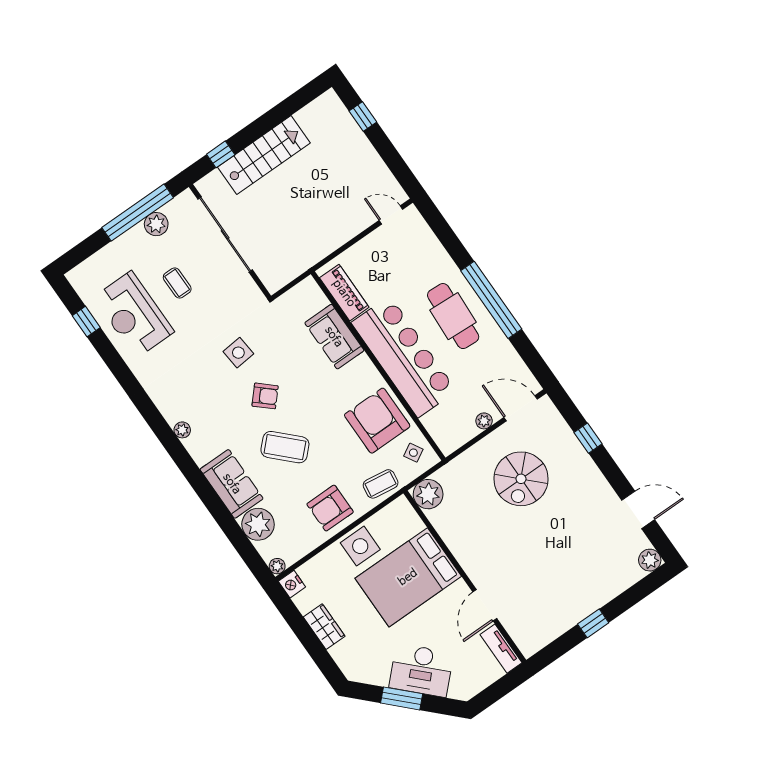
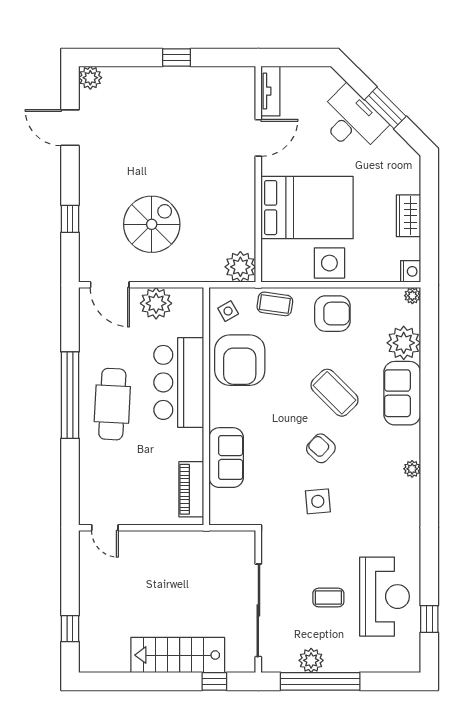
coffee table: (177, 283) -> (328, 598), turned 90
bar counter: (404, 357) -> (179, 382), width x0.73
plant: (484, 421) -> (156, 303), width x1.88, depth x1.88

